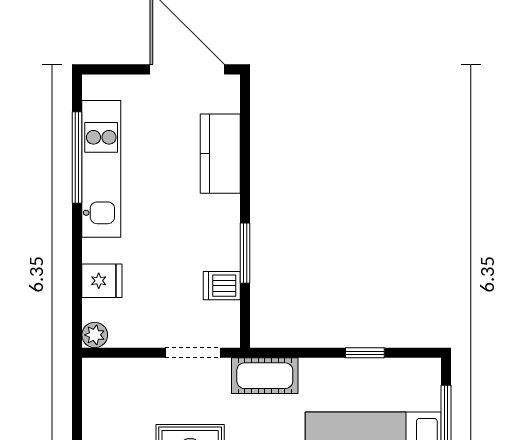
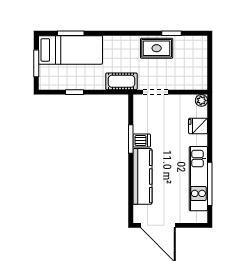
kitchen counter: (220, 154) -> (142, 176), width x1.50
dishwasher: (222, 286) -> (142, 141), moved

